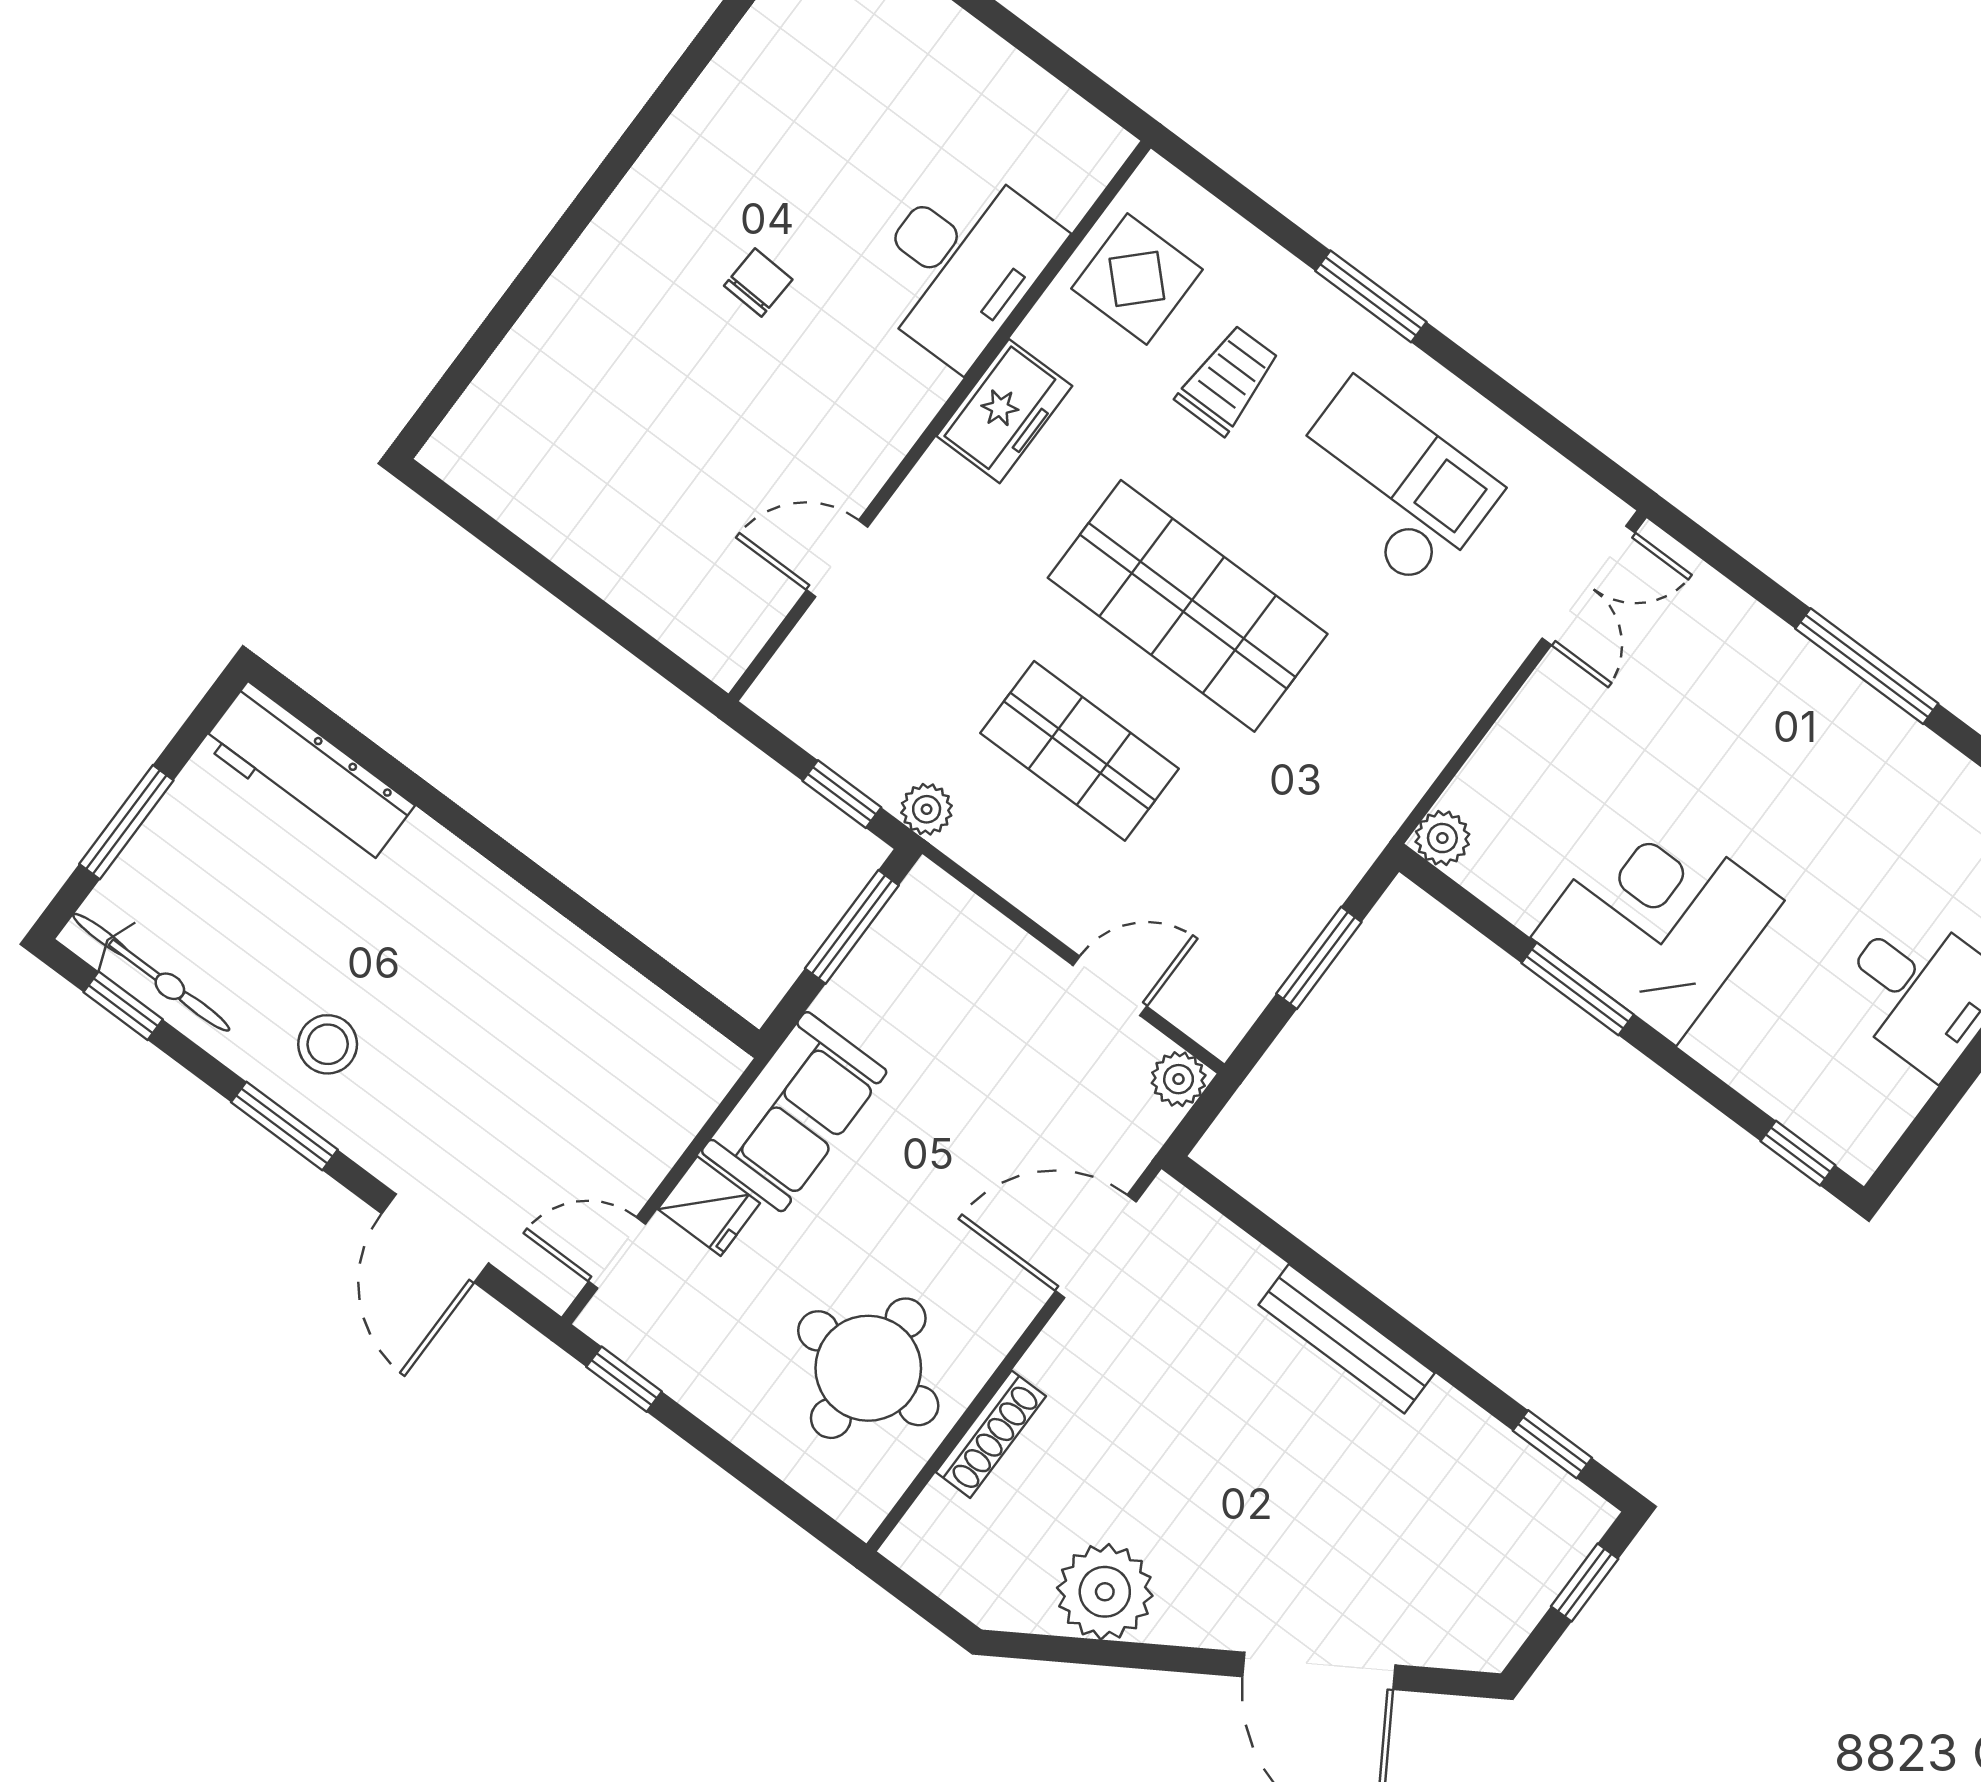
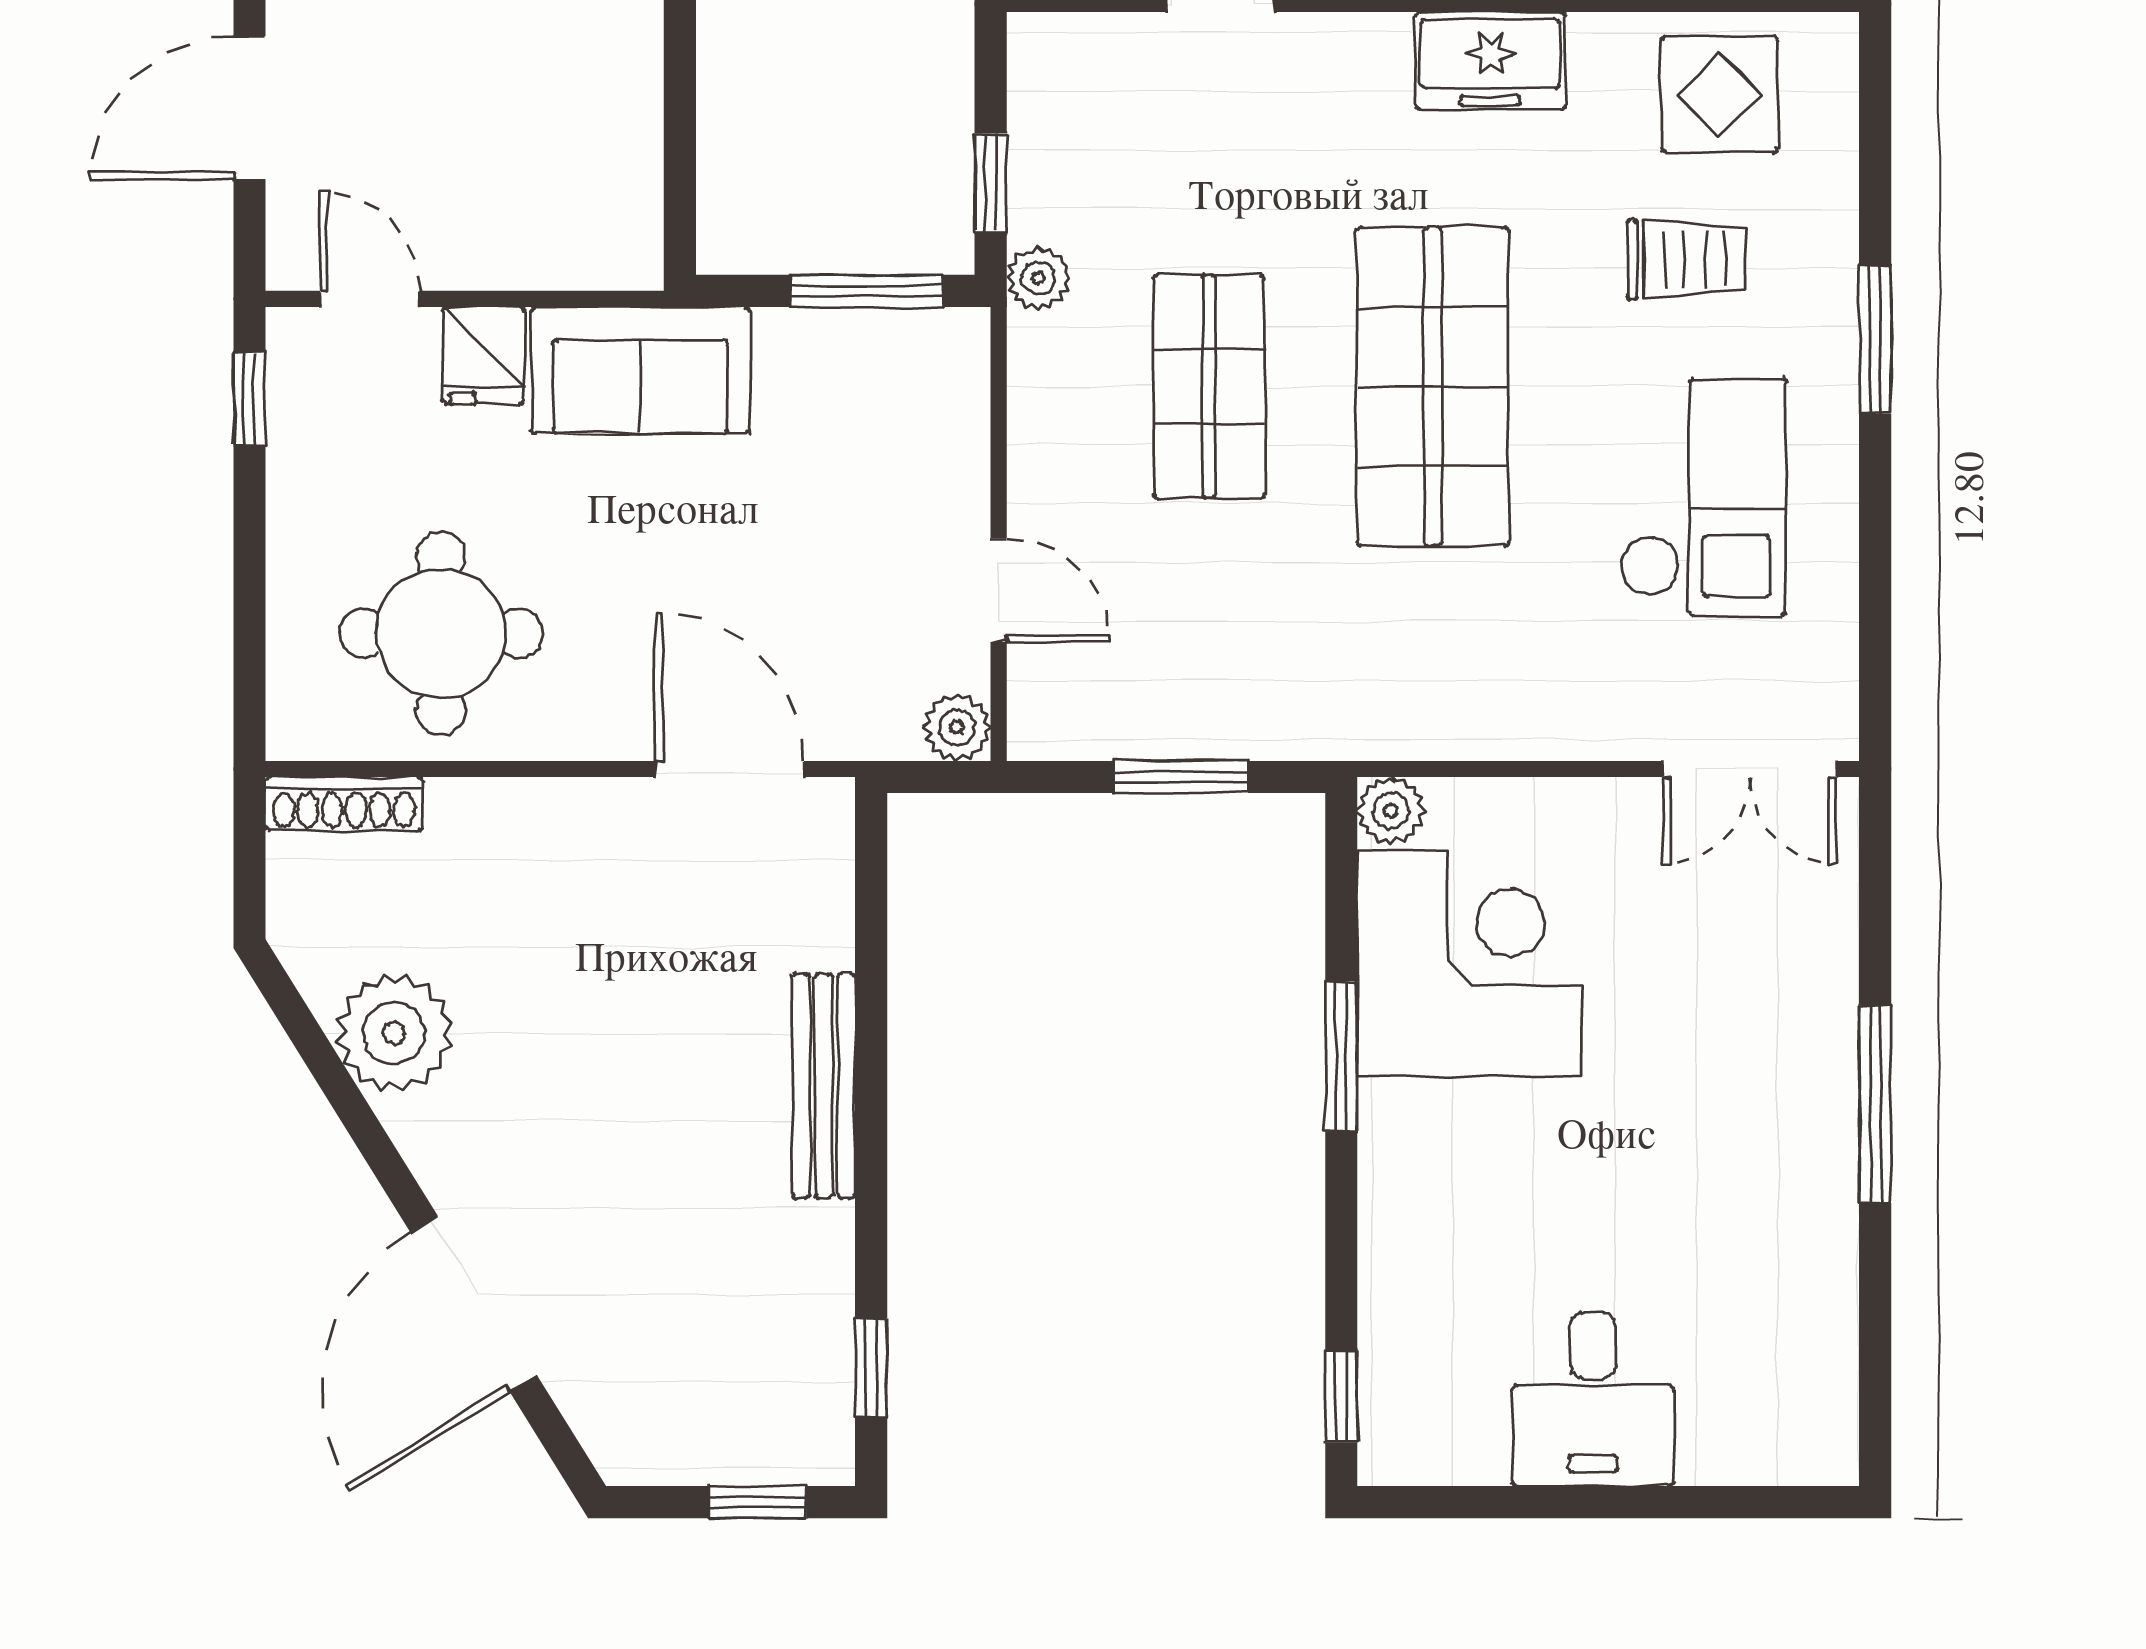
corner desk: (1657, 919) -> (1470, 963), moved
shoe rack: (991, 1434) -> (344, 804), moved

